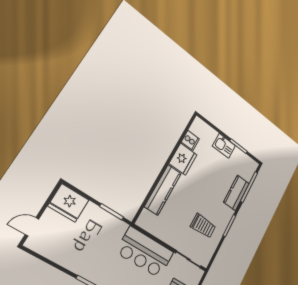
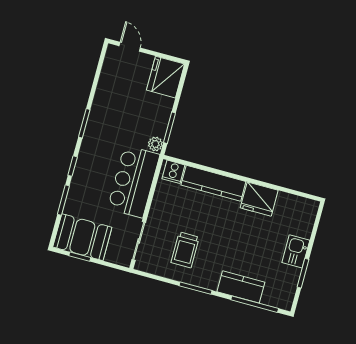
cooker: (190, 140) -> (173, 172), moved
plant: (121, 227) -> (155, 144), added

